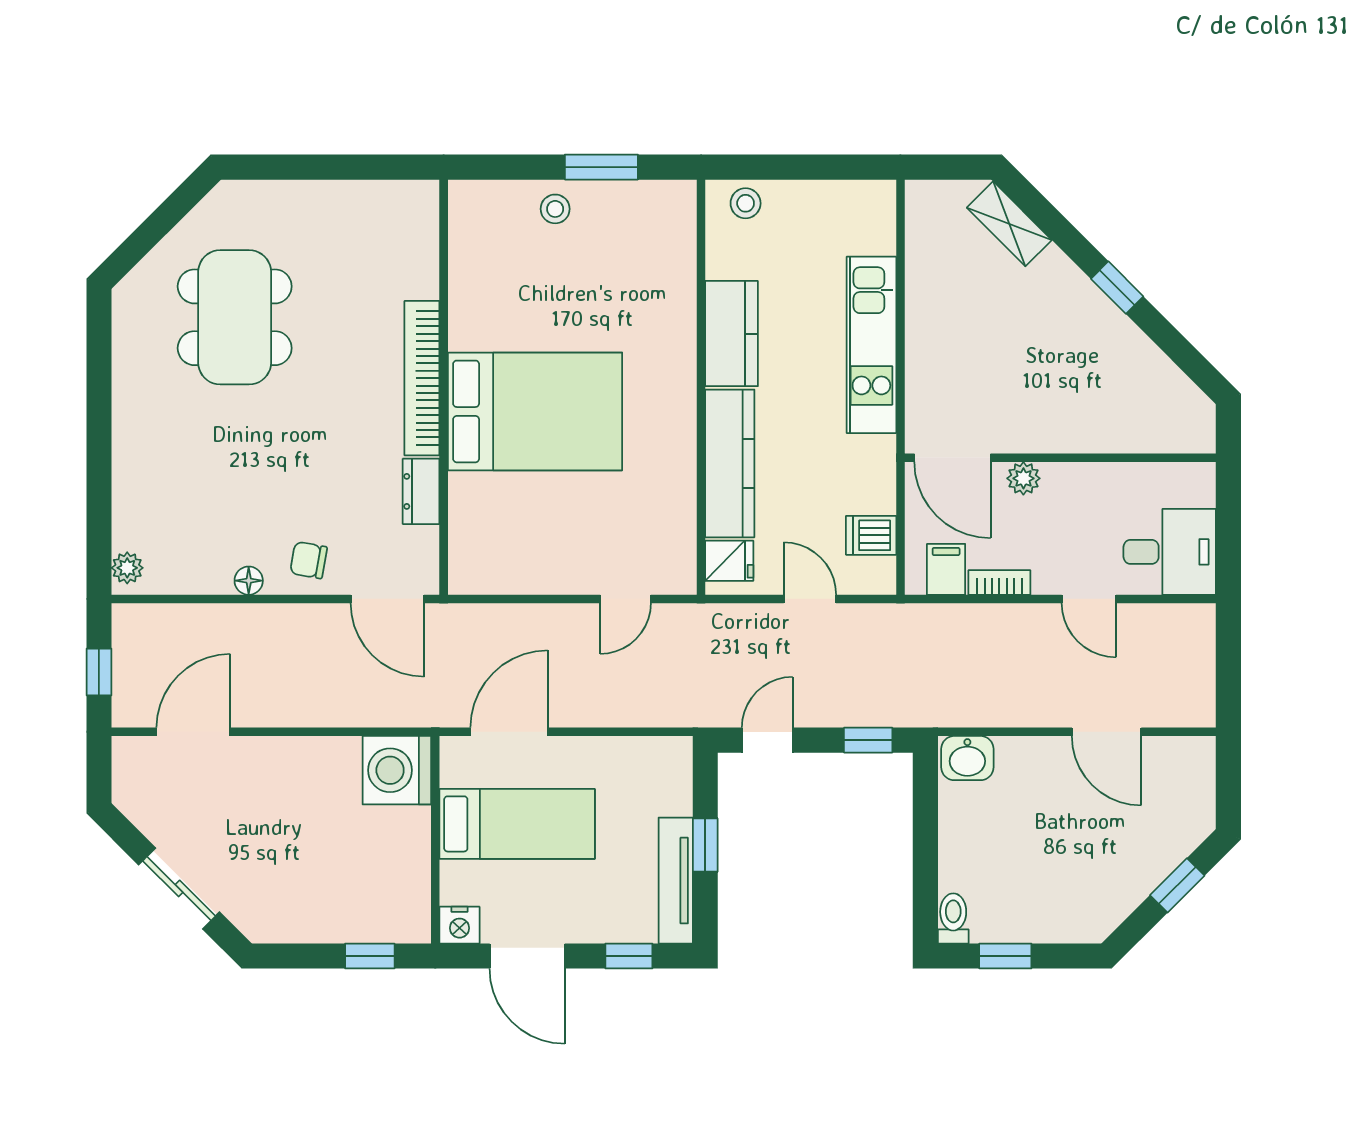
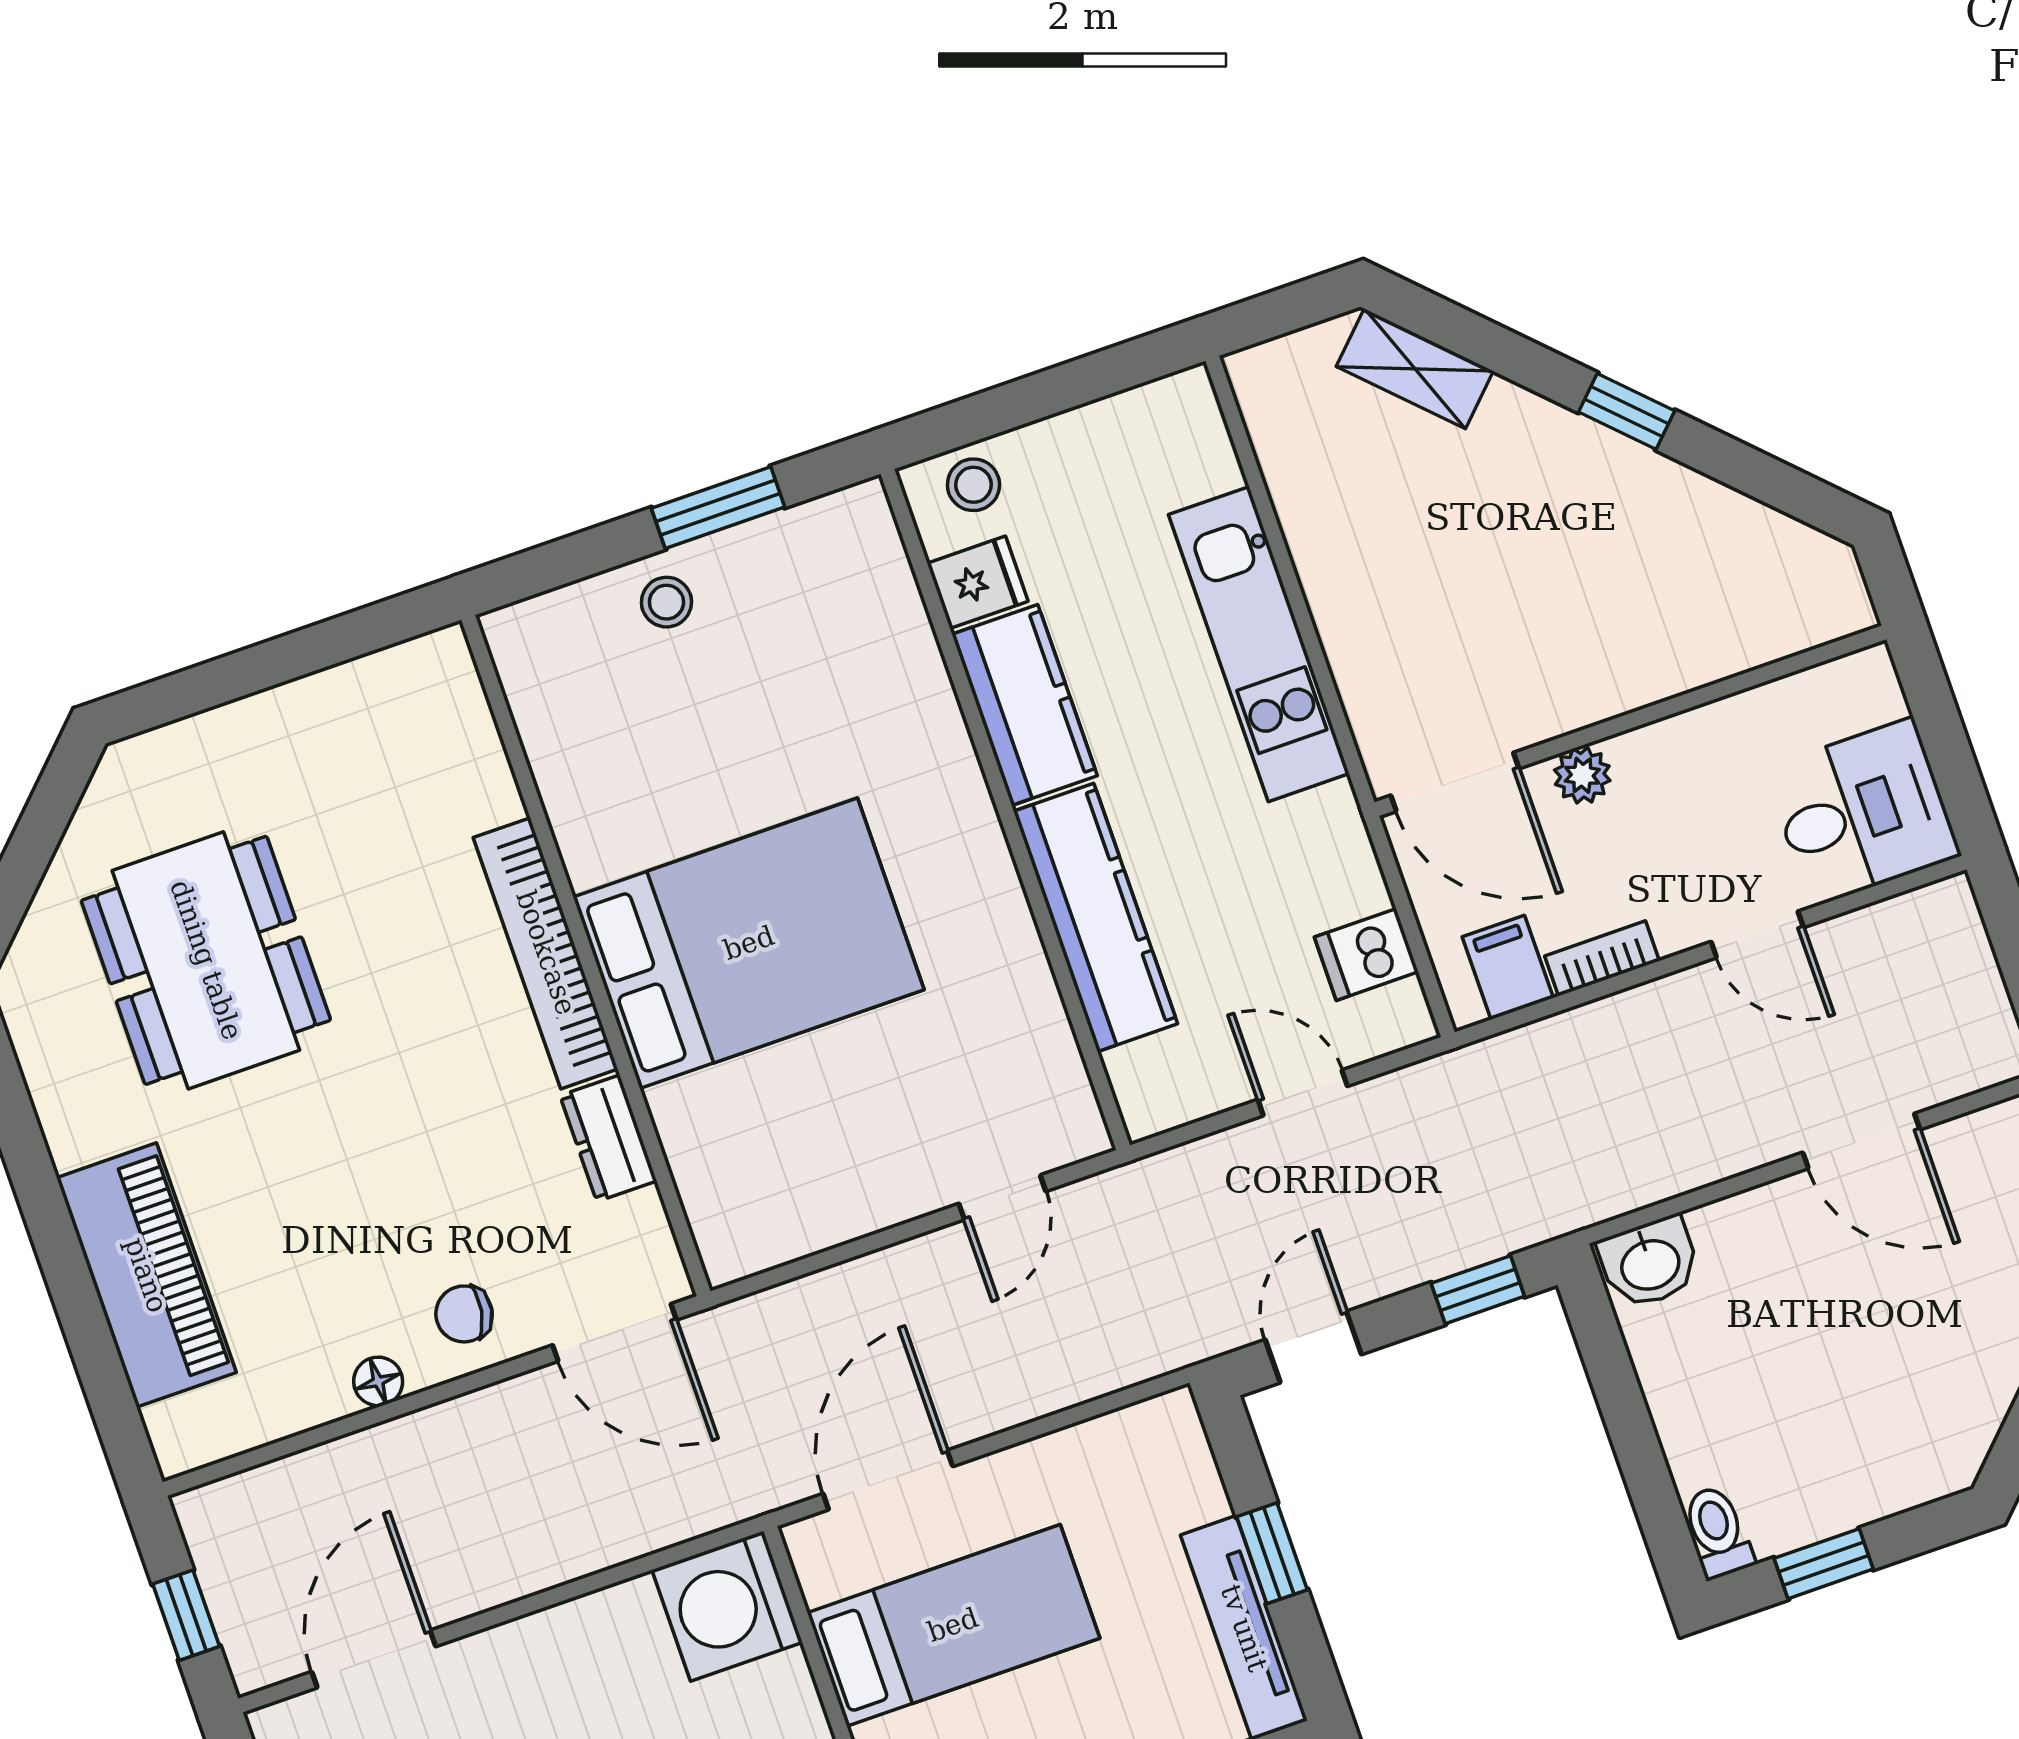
piano: (142, 478) -> (146, 1275), added
fridge: (729, 561) -> (978, 582), moved
plant: (127, 568) -> (173, 1430), removed

